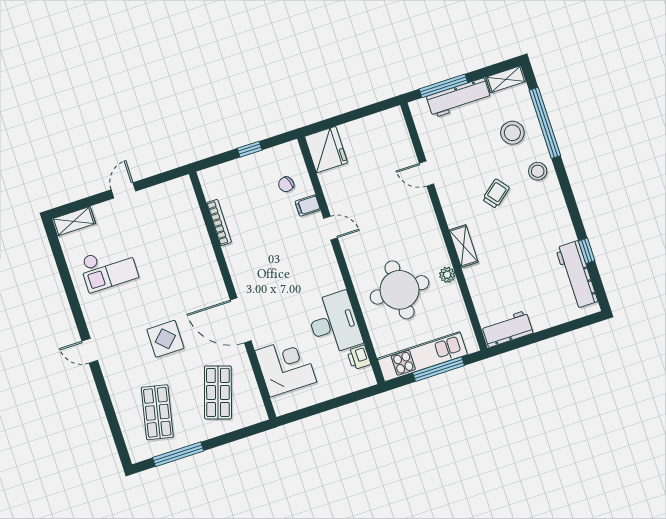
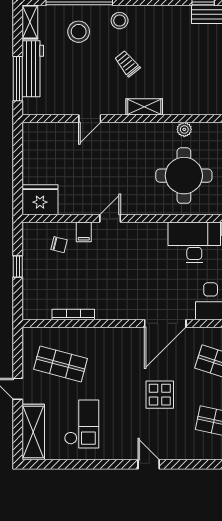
chair: (286, 184) -> (59, 245), turned -58
shelving: (74, 221) -> (33, 432), width x1.50, depth x1.33
shop shelf: (164, 226) -> (61, 364), added
shelving: (464, 246) -> (144, 107), moved
door: (90, 351) -> (149, 464), swing flipped

